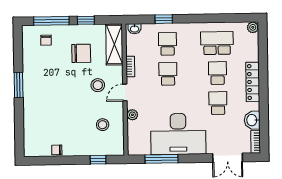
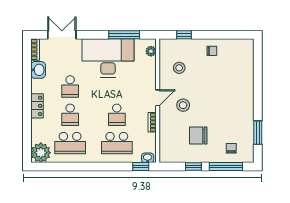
window: (164, 19) -> (141, 166), moved
plant: (253, 27) -> (41, 153), width x1.88, depth x1.88
shelving: (114, 44) -> (167, 143), removed
school desk: (167, 44) -> (117, 143), width x1.85
locker: (253, 82) -> (37, 106), width x0.66
window: (19, 85) -> (258, 133), moved
plant: (132, 115) -> (151, 51), moved
chair: (57, 150) -> (212, 51), moved

